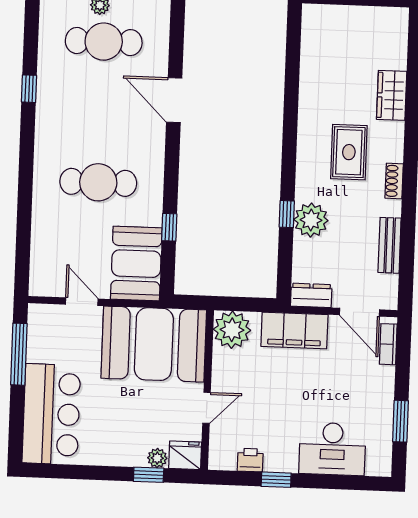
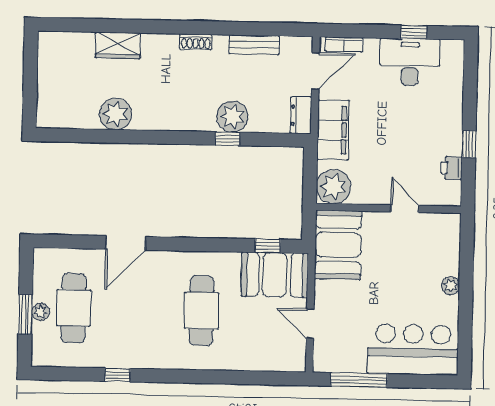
plant: (316, 91) -> (116, 114), added
rug: (349, 152) -> (170, 83), removed
window: (169, 227) -> (268, 246), moved
door: (82, 302) -> (310, 324), hinge flipped
booth: (154, 344) -> (338, 245), width x0.73, depth x0.70
window: (401, 421) -> (414, 32), width x0.67
desk: (332, 449) -> (410, 62), moved, turned -90
fridge: (185, 455) -> (448, 227), removed
plant: (157, 458) -> (451, 286), moved
window: (149, 475) -> (467, 260), removed

